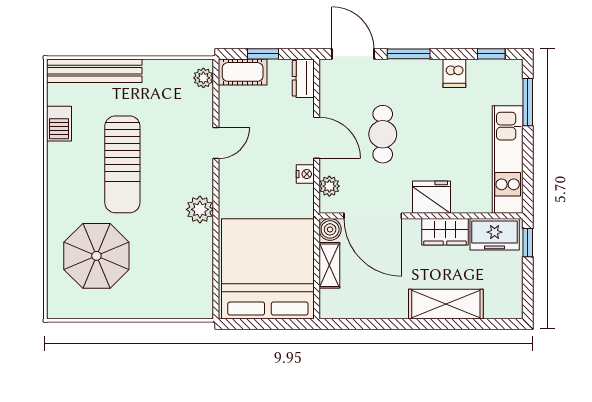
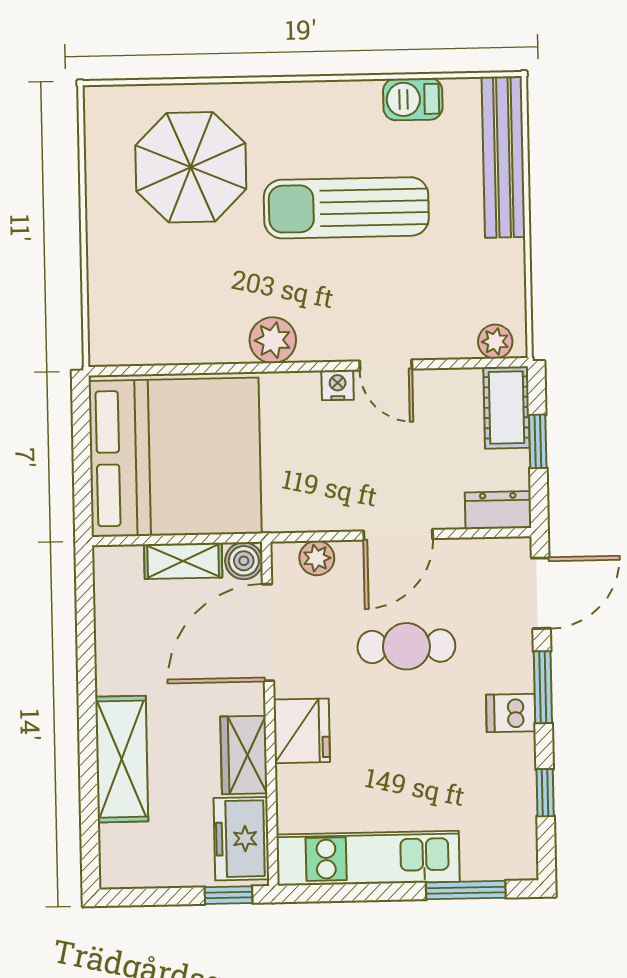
window: (491, 54) -> (545, 793), moved
dishwasher: (454, 73) -> (511, 713), moved
nightstand: (305, 174) -> (338, 385), moved, turned 180

